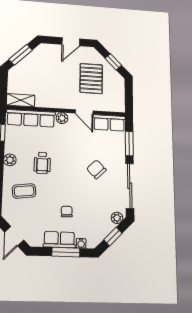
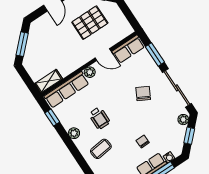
pallet: (91, 78) -> (90, 23), turned 90
chair: (96, 169) -> (143, 93), turned 72

